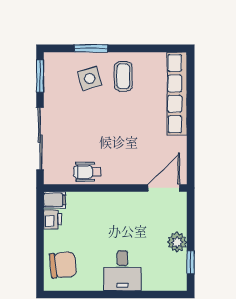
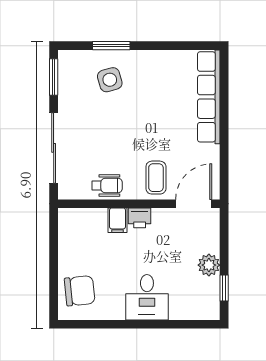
coffee table: (123, 76) -> (156, 178), moved
wheelchair: (87, 172) -> (107, 185), turned 180
filing cabinet: (55, 200) -> (118, 220), moved, turned 90
printer: (53, 219) -> (140, 218), moved, turned 90

